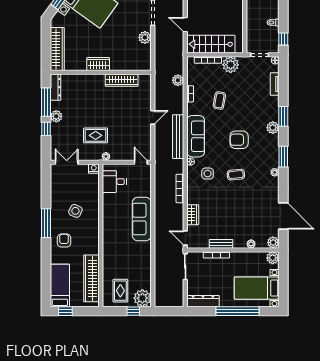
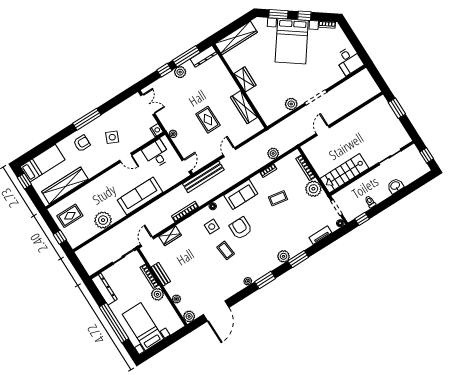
stairs: (211, 44) -> (344, 173), moved, turned -90
door: (153, 117) -> (229, 152), swing flipped
rug: (96, 135) -> (208, 120), moved
sofa: (196, 136) -> (241, 194), width x0.73
bench: (178, 137) -> (203, 177), moved
armchair: (239, 140) -> (241, 228), moved
door: (101, 210) -> (126, 158), added
plant: (273, 258) -> (157, 294), moved
plant: (142, 298) -> (103, 220), moved

